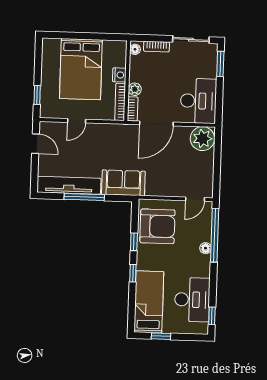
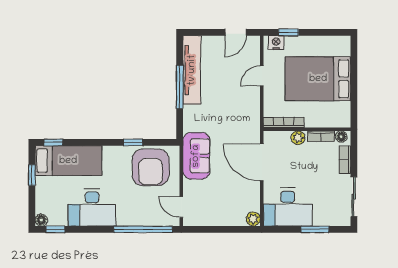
window: (220, 64) -> (315, 229), moved
nightstand: (119, 75) -> (276, 43), moved, turned 180
bookcase: (133, 109) -> (321, 136), moved
door: (77, 121) -> (262, 76), hinge flipped
plant: (202, 139) -> (253, 219), width x0.53, depth x0.53
sofa: (123, 183) -> (196, 156), moved
floor lamp: (206, 248) -> (41, 220), moved
window: (133, 273) -> (53, 142), moved
desk: (192, 300) -> (92, 207), moved

